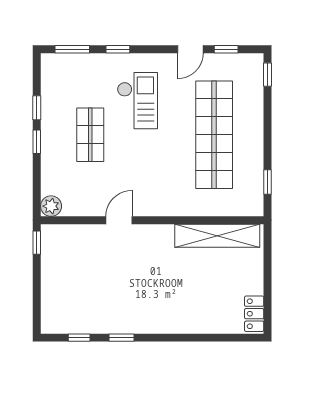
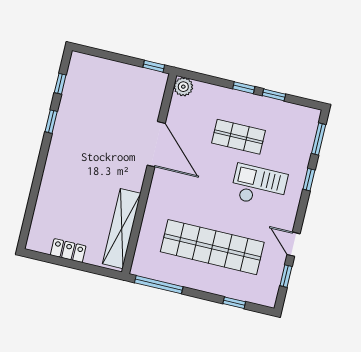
window: (267, 75) -> (234, 303), moved
checkout: (137, 101) -> (259, 186), turned 180
window: (267, 182) -> (159, 285), width x2.17
door: (119, 220) -> (156, 144), width x1.87
locker: (254, 314) -> (68, 251), moved

